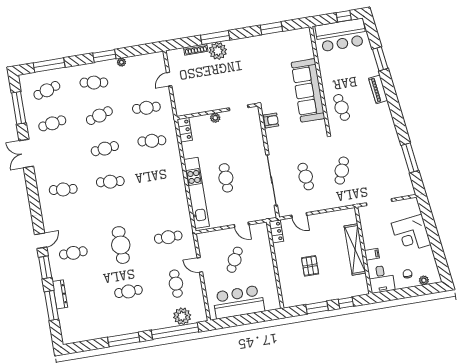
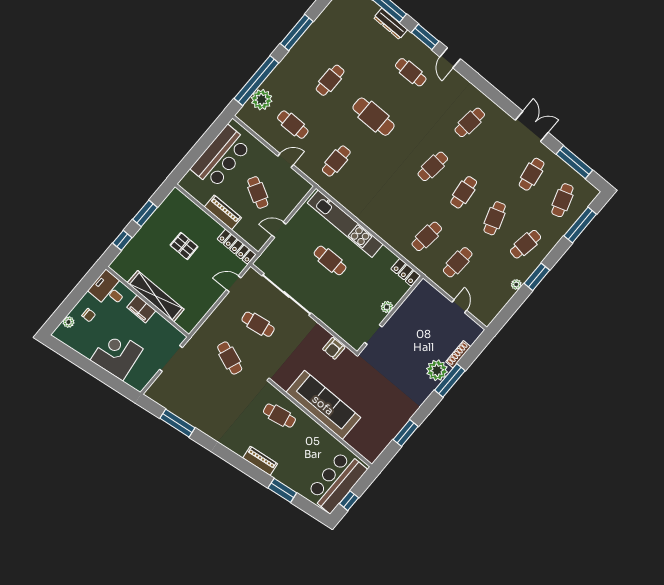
locker: (276, 231) -> (236, 247), width x1.53
cafe table: (73, 253) -> (411, 72), turned 90
filing cabinet: (372, 254) -> (141, 309), width x2.00
piano: (267, 266) -> (223, 212), added

